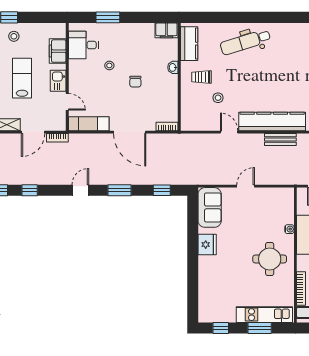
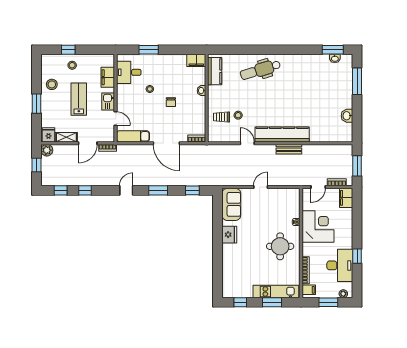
trolley: (201, 77) -> (222, 117), moved

